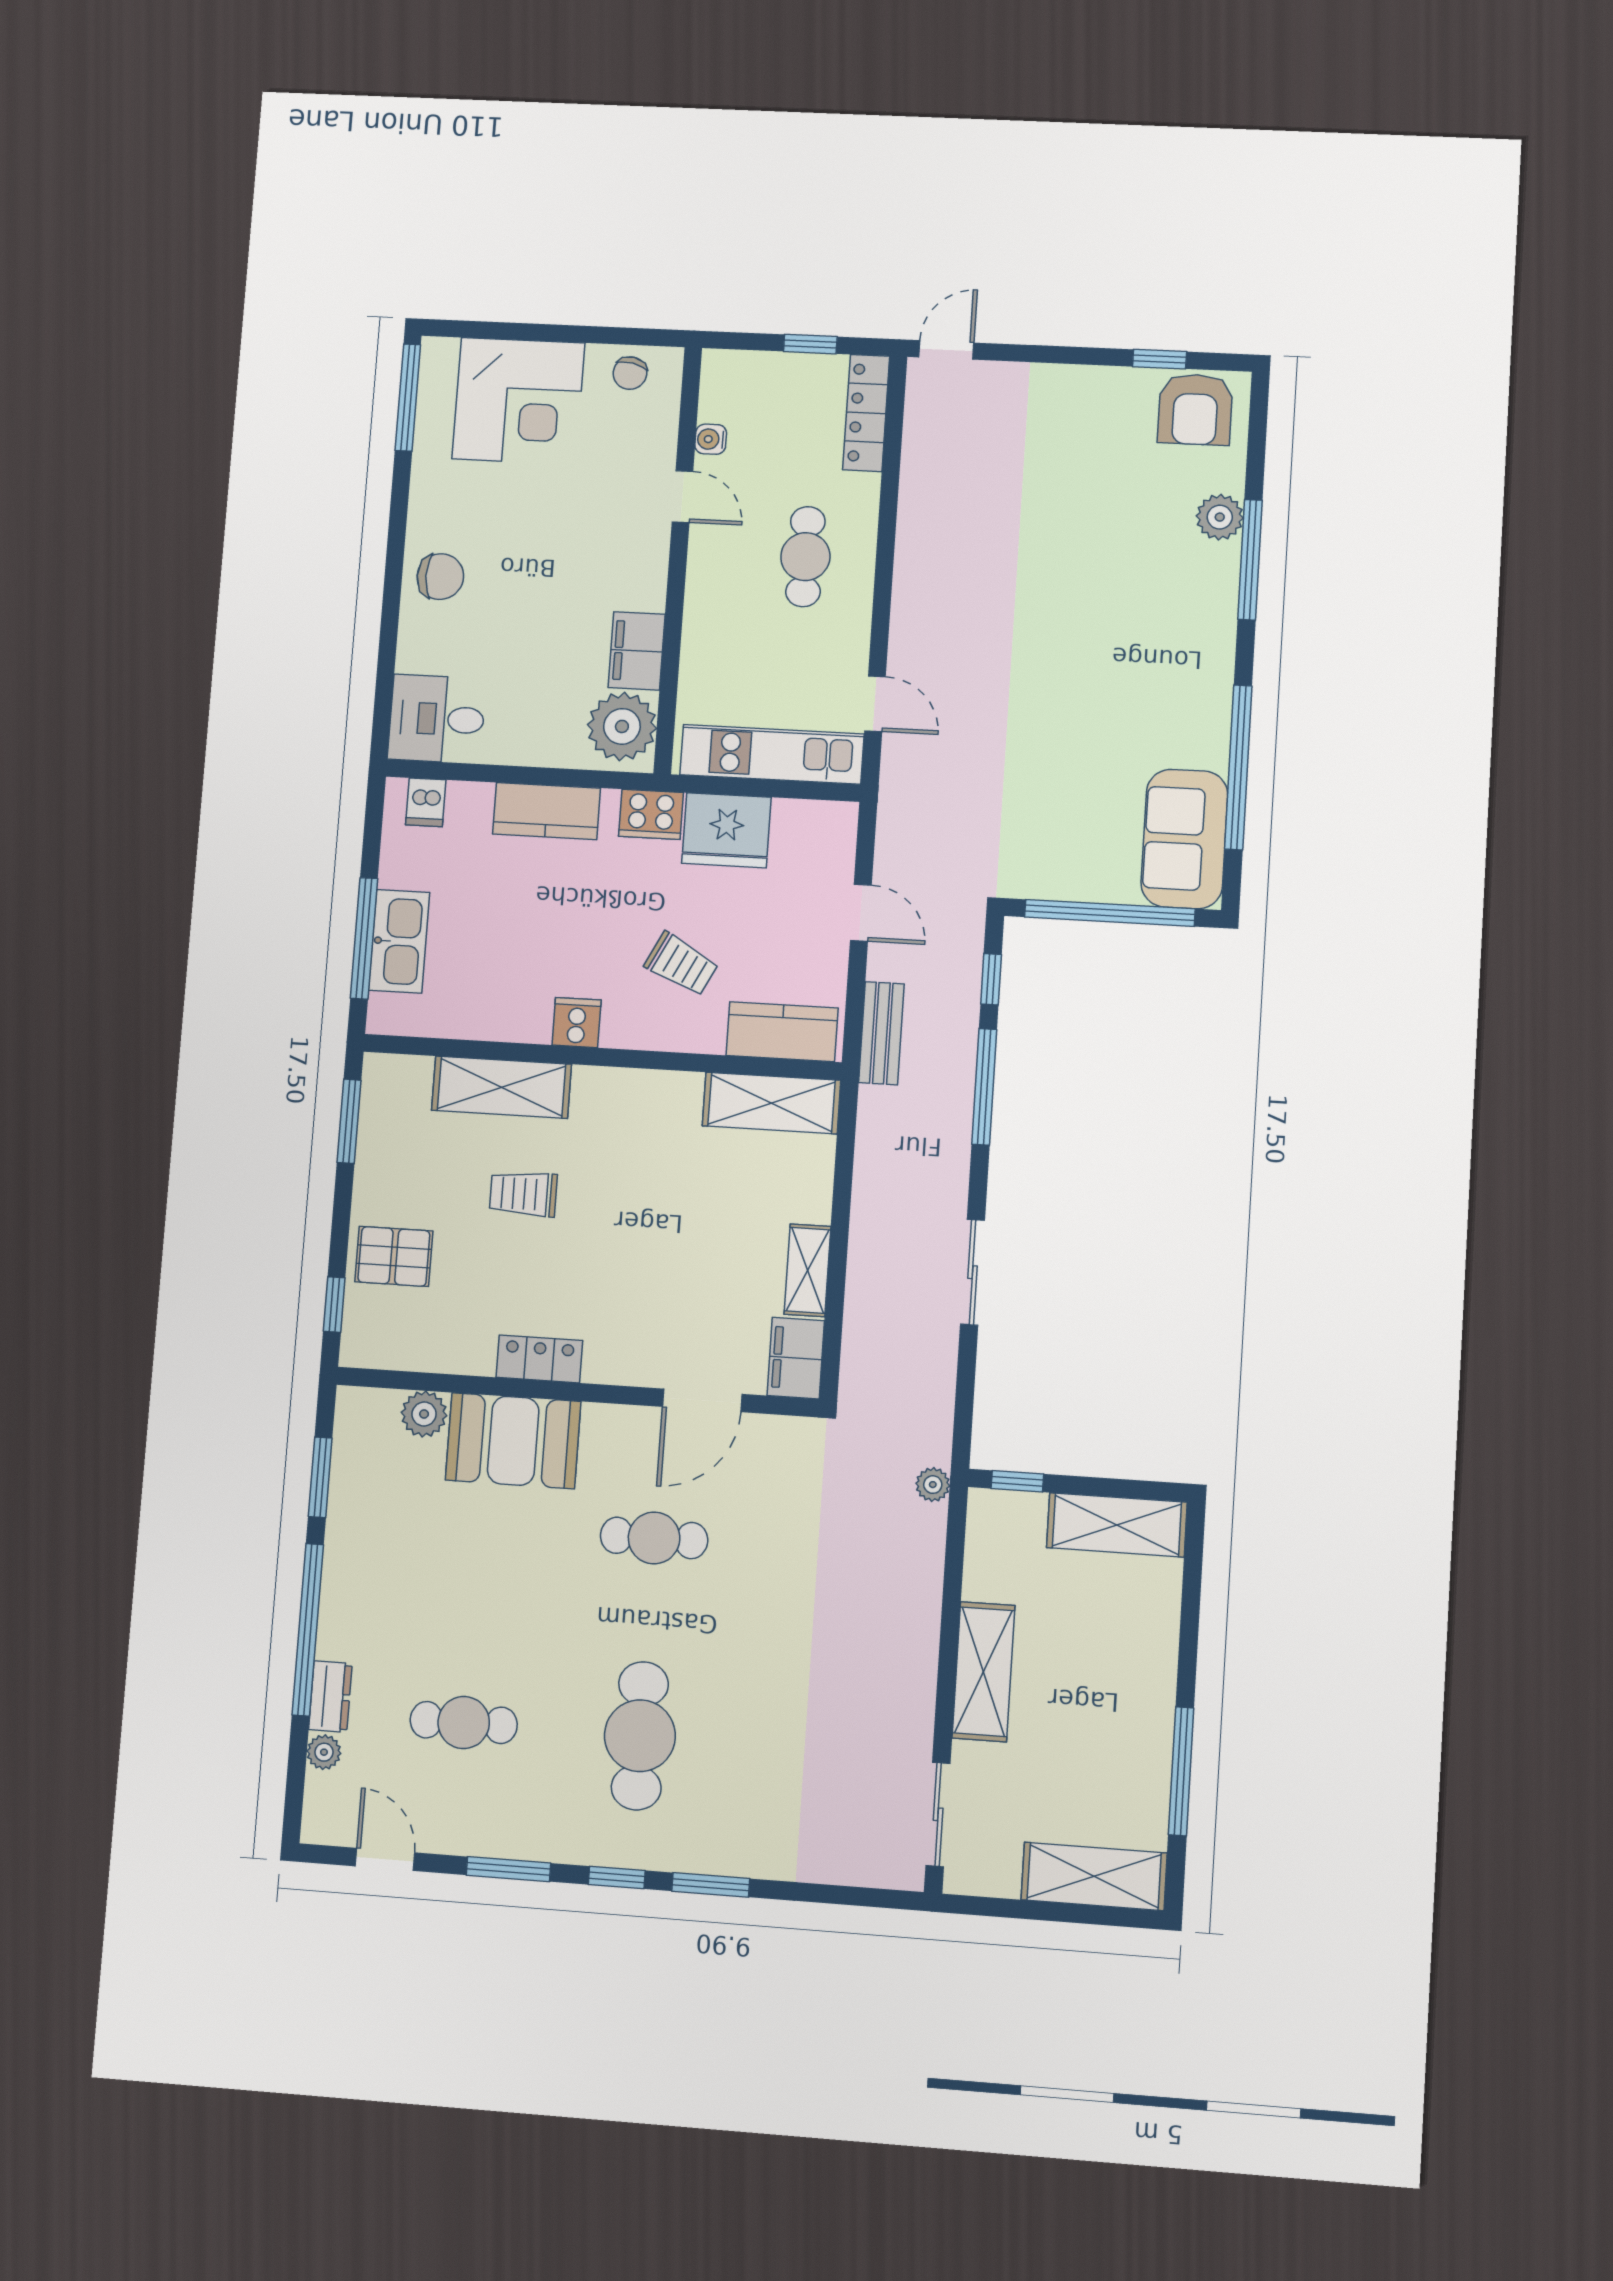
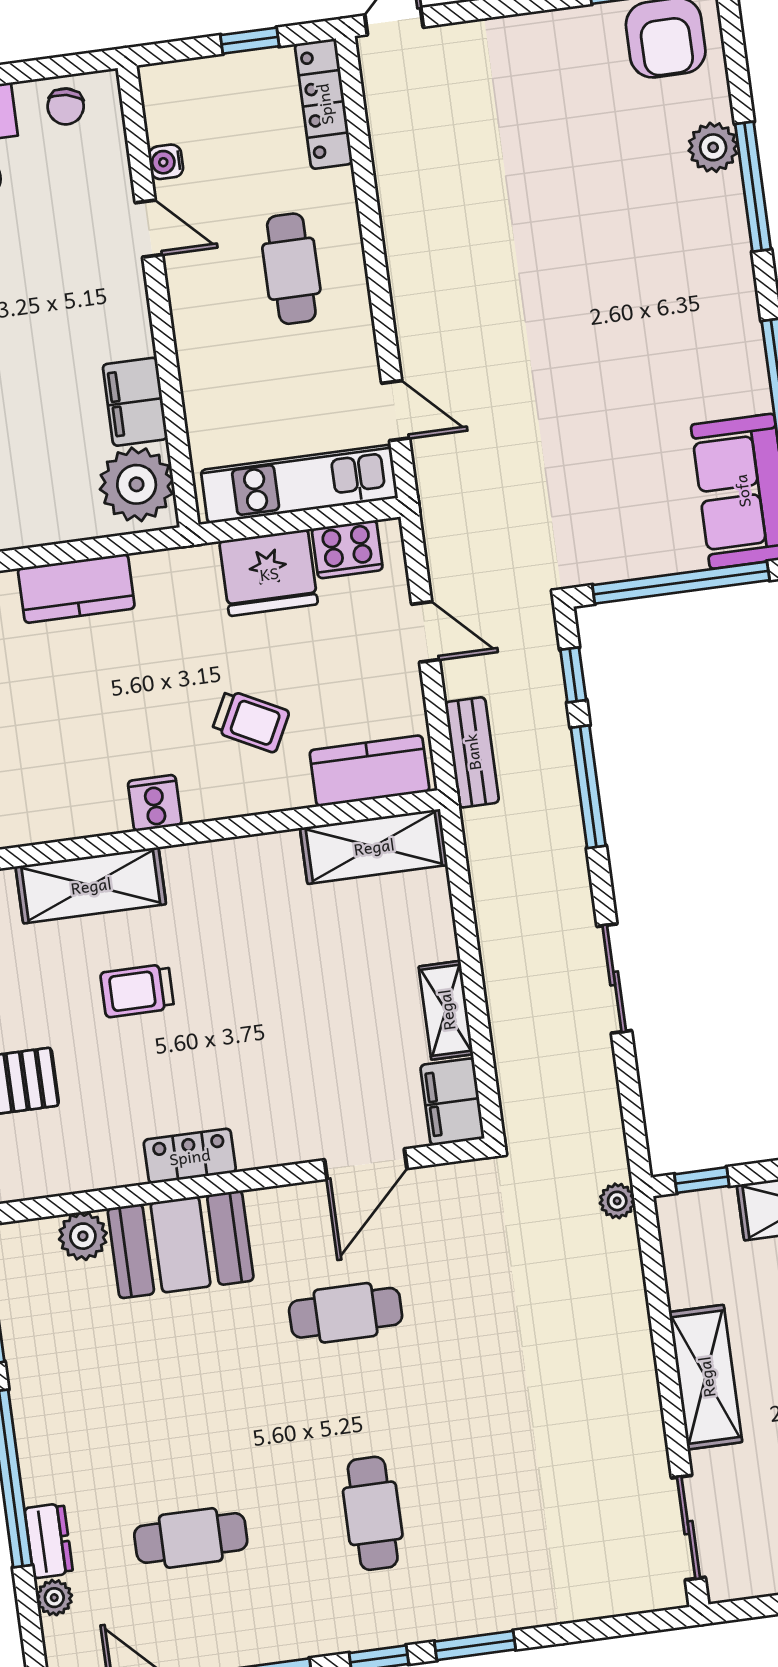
cooker: (651, 814) -> (347, 549), moved
cafe table: (640, 1736) -> (373, 1513), width x0.73, depth x0.74

